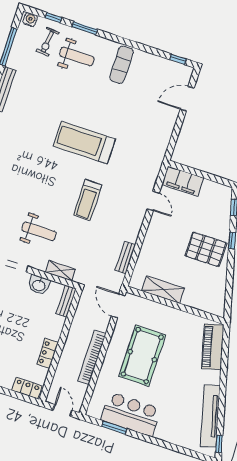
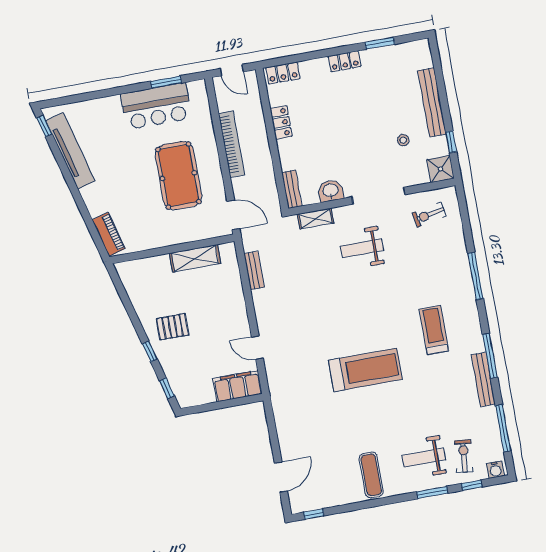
treadmill: (88, 200) -> (434, 330), moved
pallet: (206, 249) -> (173, 327), width x0.67, depth x0.71
piano: (213, 347) -> (109, 234), width x0.73, depth x0.75

